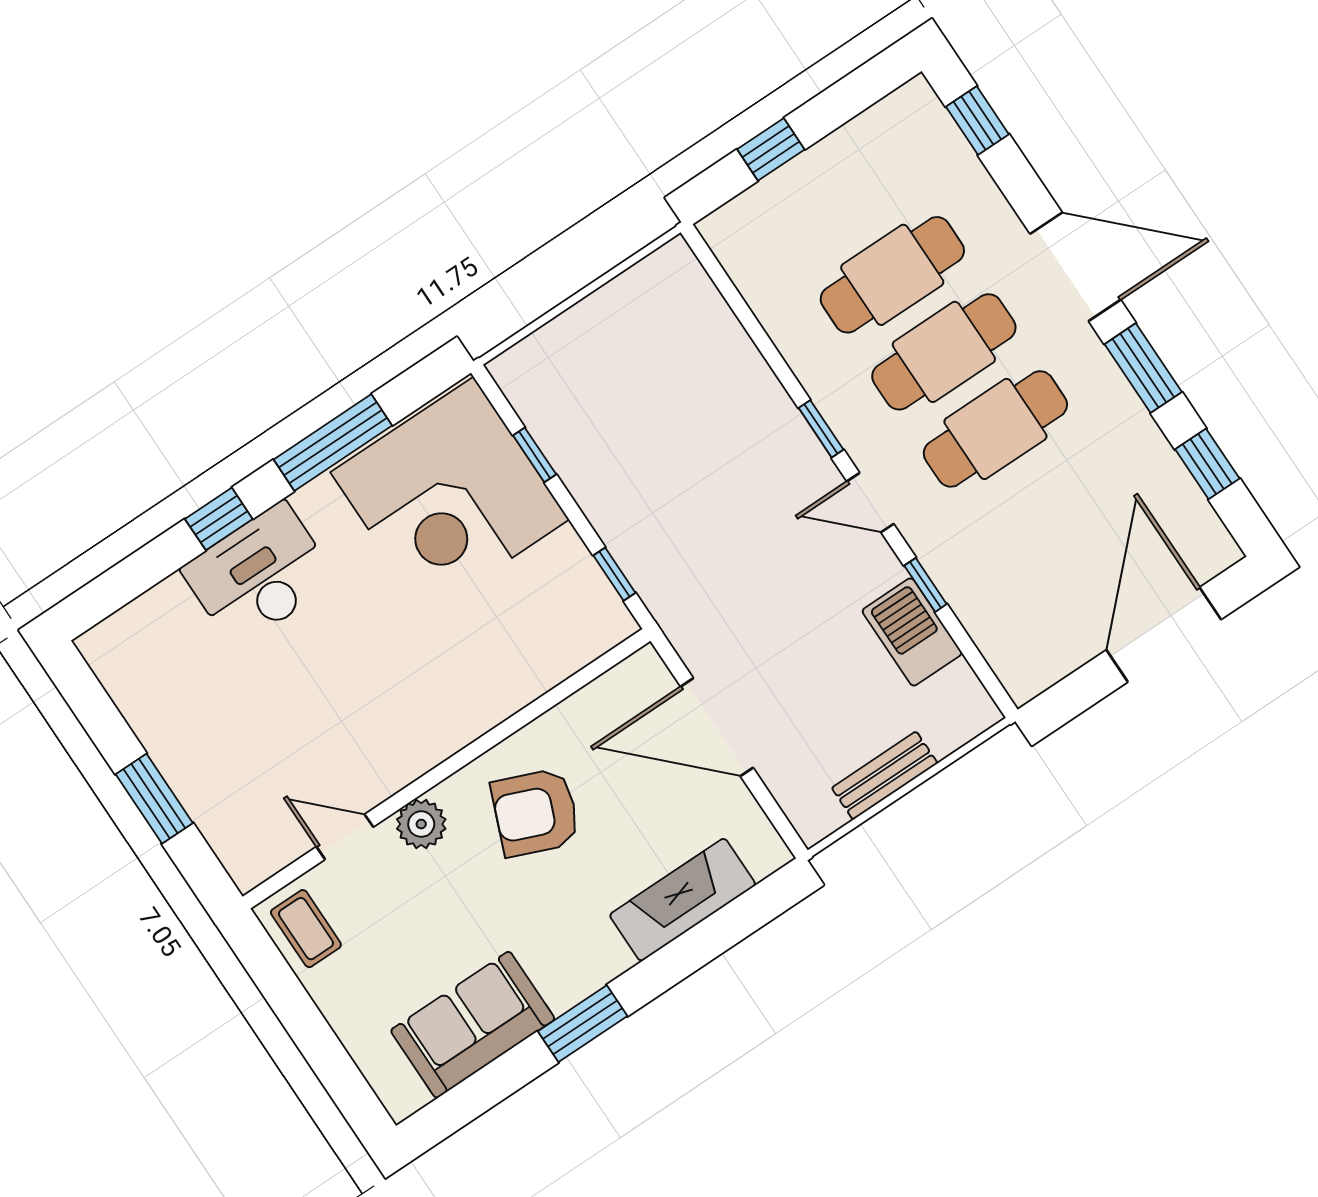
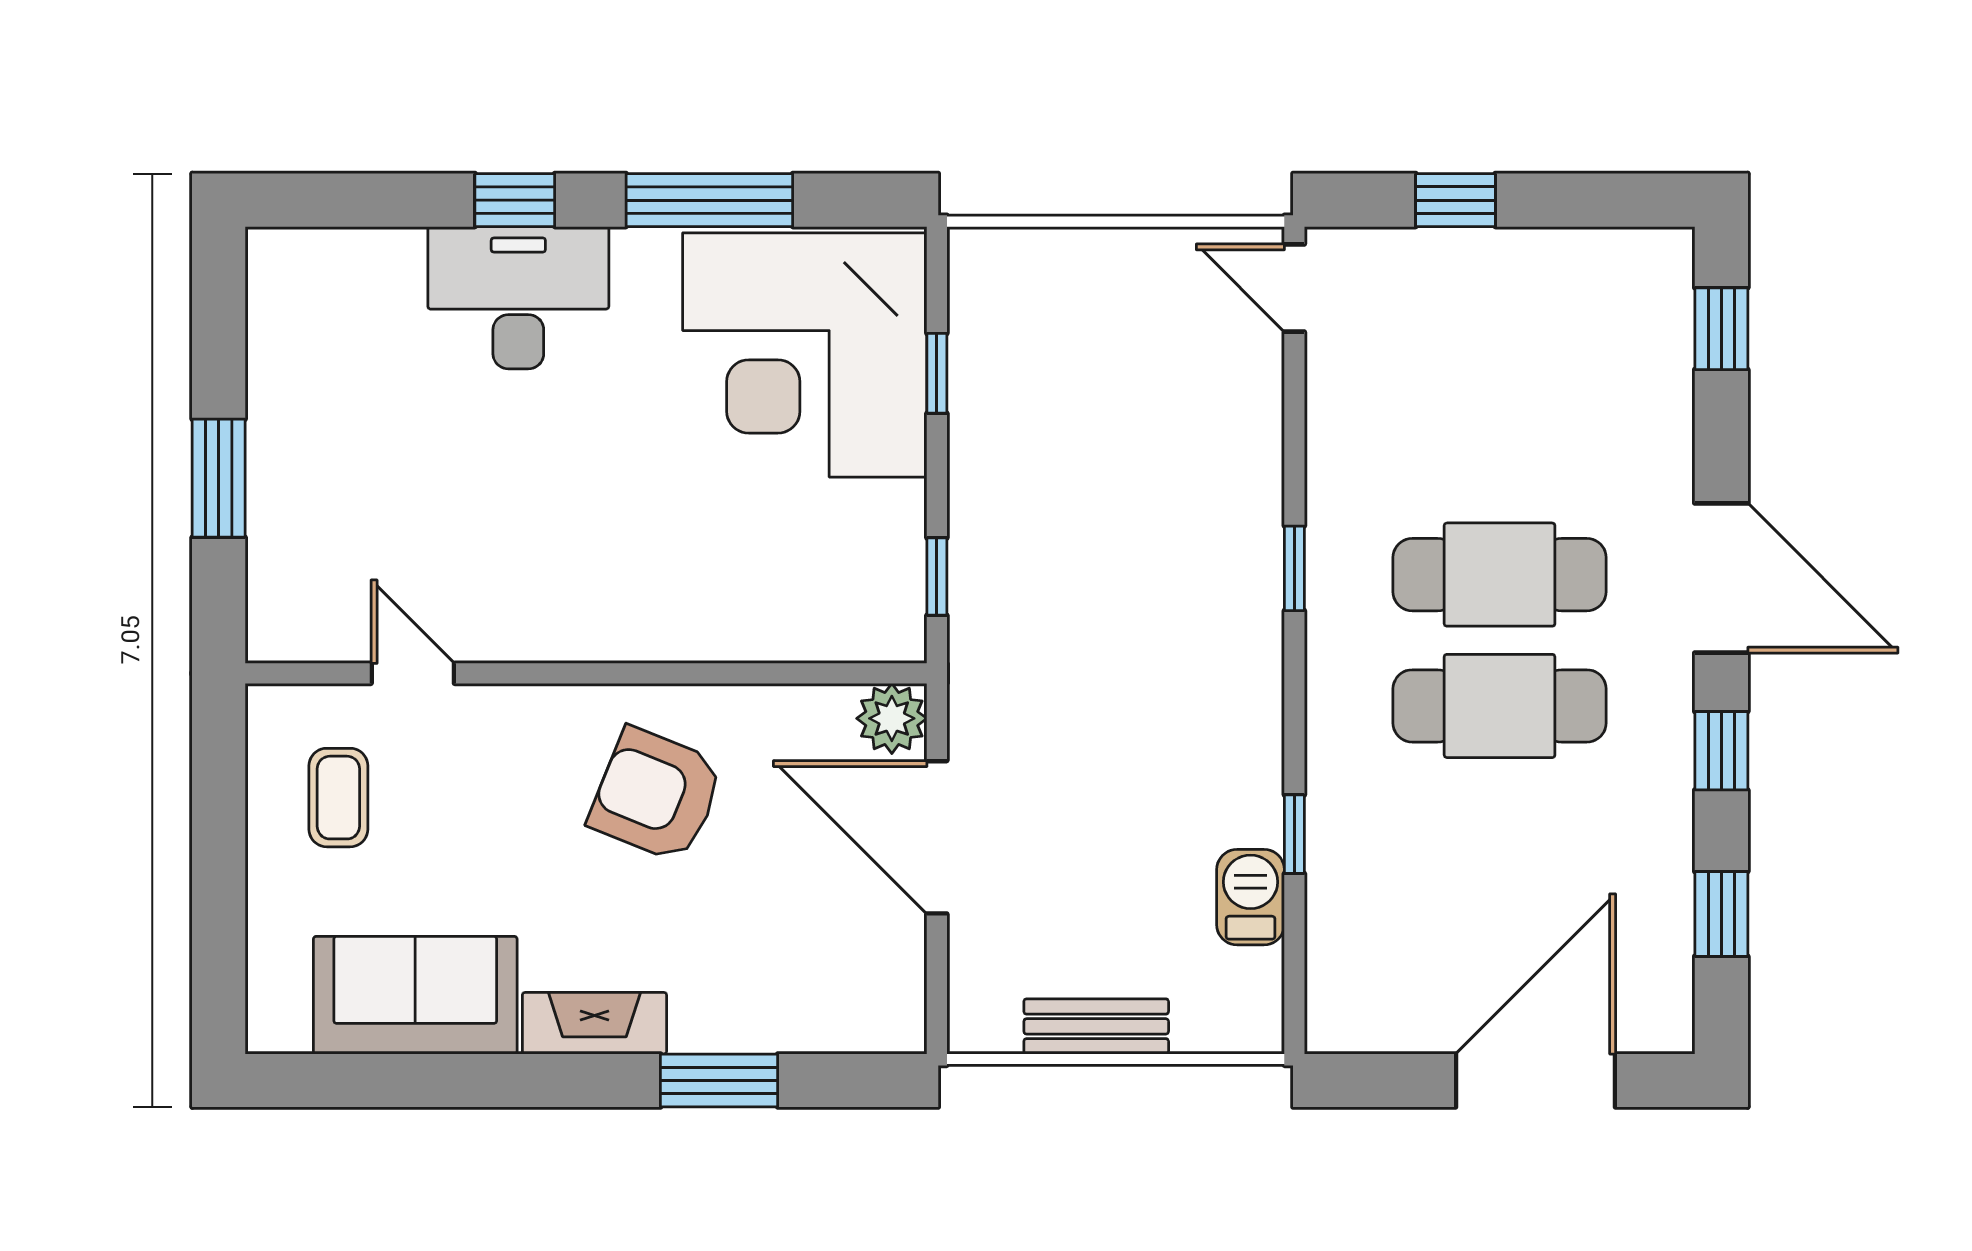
cafe table: (892, 275) -> (1500, 443), removed
window: (1143, 368) -> (1721, 751), width x0.67
door: (870, 503) -> (1294, 288), moved
barbecue: (912, 632) -> (1251, 897), width x0.73, depth x0.79
plant: (421, 824) -> (892, 718), moved
fireplace: (683, 900) -> (594, 1023), moved, width x0.73, depth x0.76
coffee table: (306, 929) -> (338, 798), moved
window: (583, 1024) -> (719, 1080), moved

